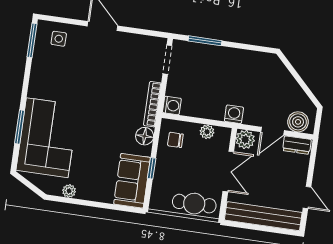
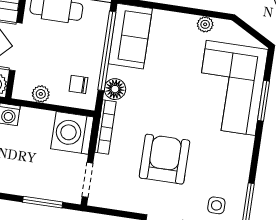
armchair: (103, 77) -> (164, 159), added
washing machine: (172, 105) -> (72, 133), width x1.89, depth x1.89
chair: (175, 140) -> (78, 84), turned 180
window: (152, 168) -> (107, 51), width x3.17

